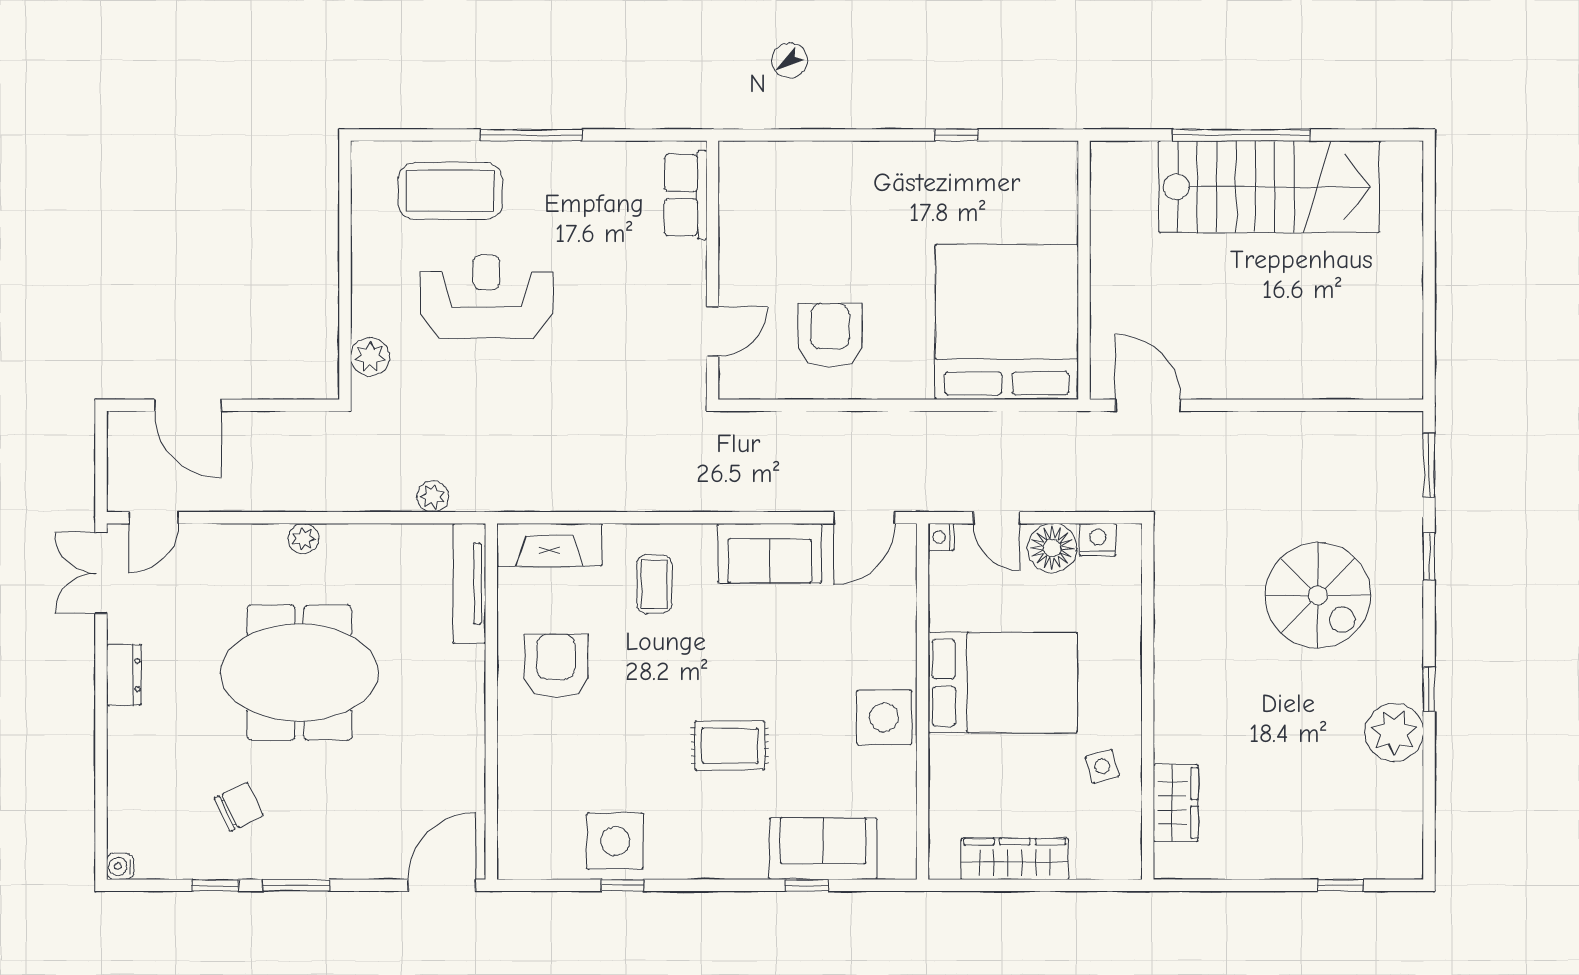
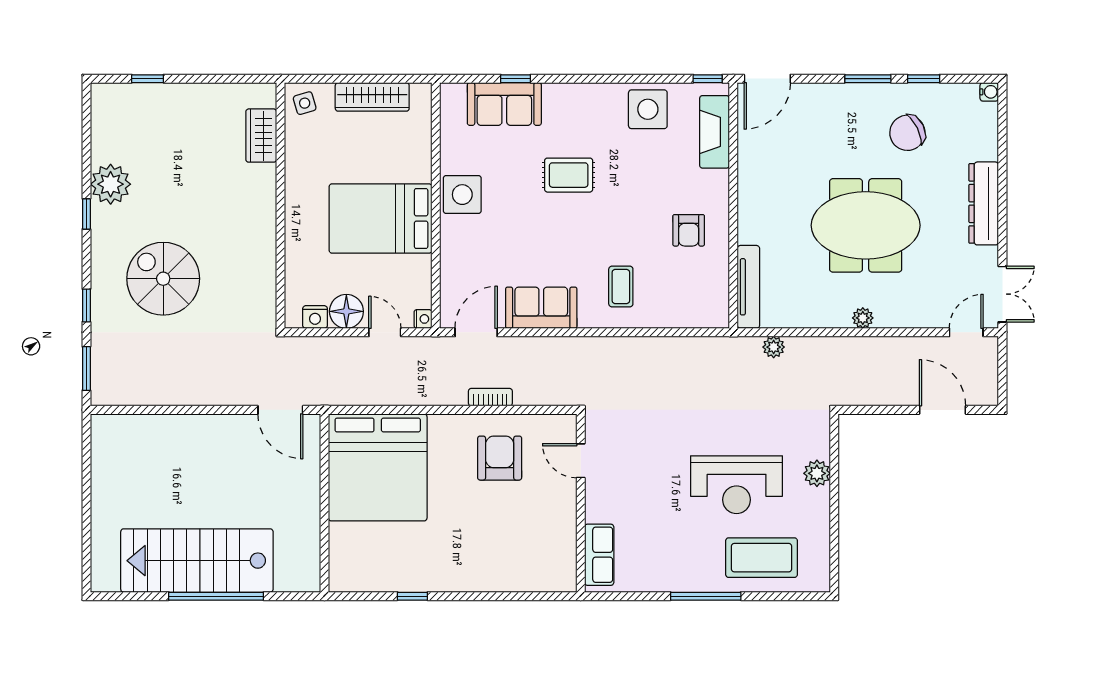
door: (713, 332) -> (581, 461), hinge flipped
armchair: (830, 335) -> (500, 458), turned 180
plant: (370, 357) -> (817, 473), moved
bookcase: (843, 424) -> (490, 397), added
fireplace: (549, 545) -> (715, 132), moved, turned -90
armchair: (556, 666) -> (689, 230), width x0.72, depth x0.72
dresser: (124, 675) -> (984, 203), width x1.96, depth x1.24
side table: (1102, 766) -> (305, 103), moved
chair: (239, 807) -> (907, 133), width x1.37, depth x1.37
window: (622, 885) -> (708, 79), moved

